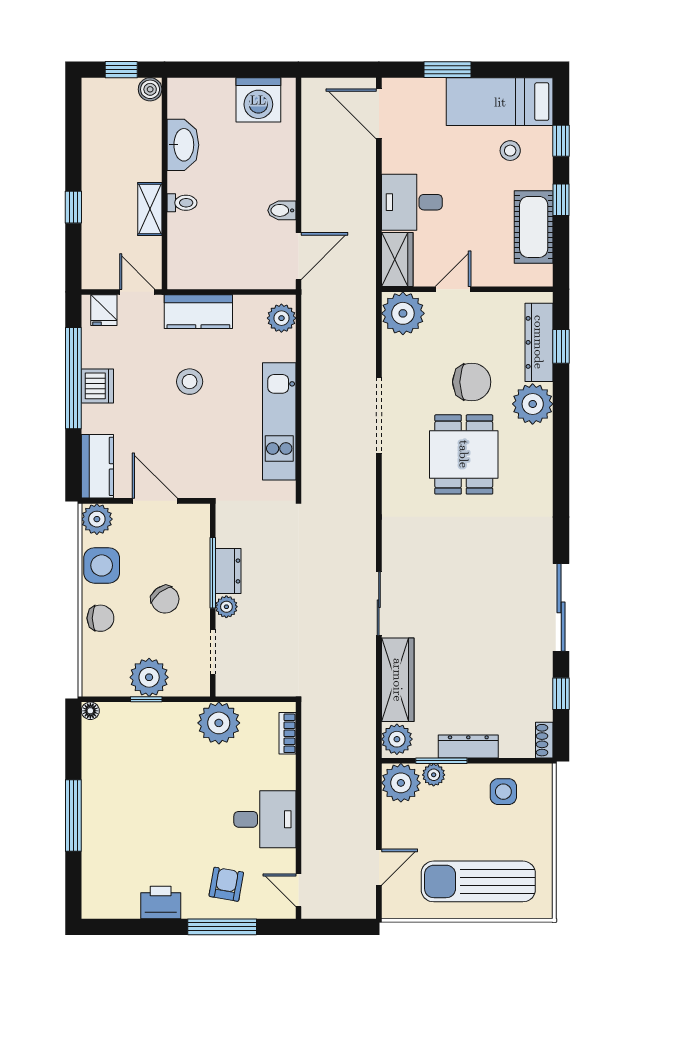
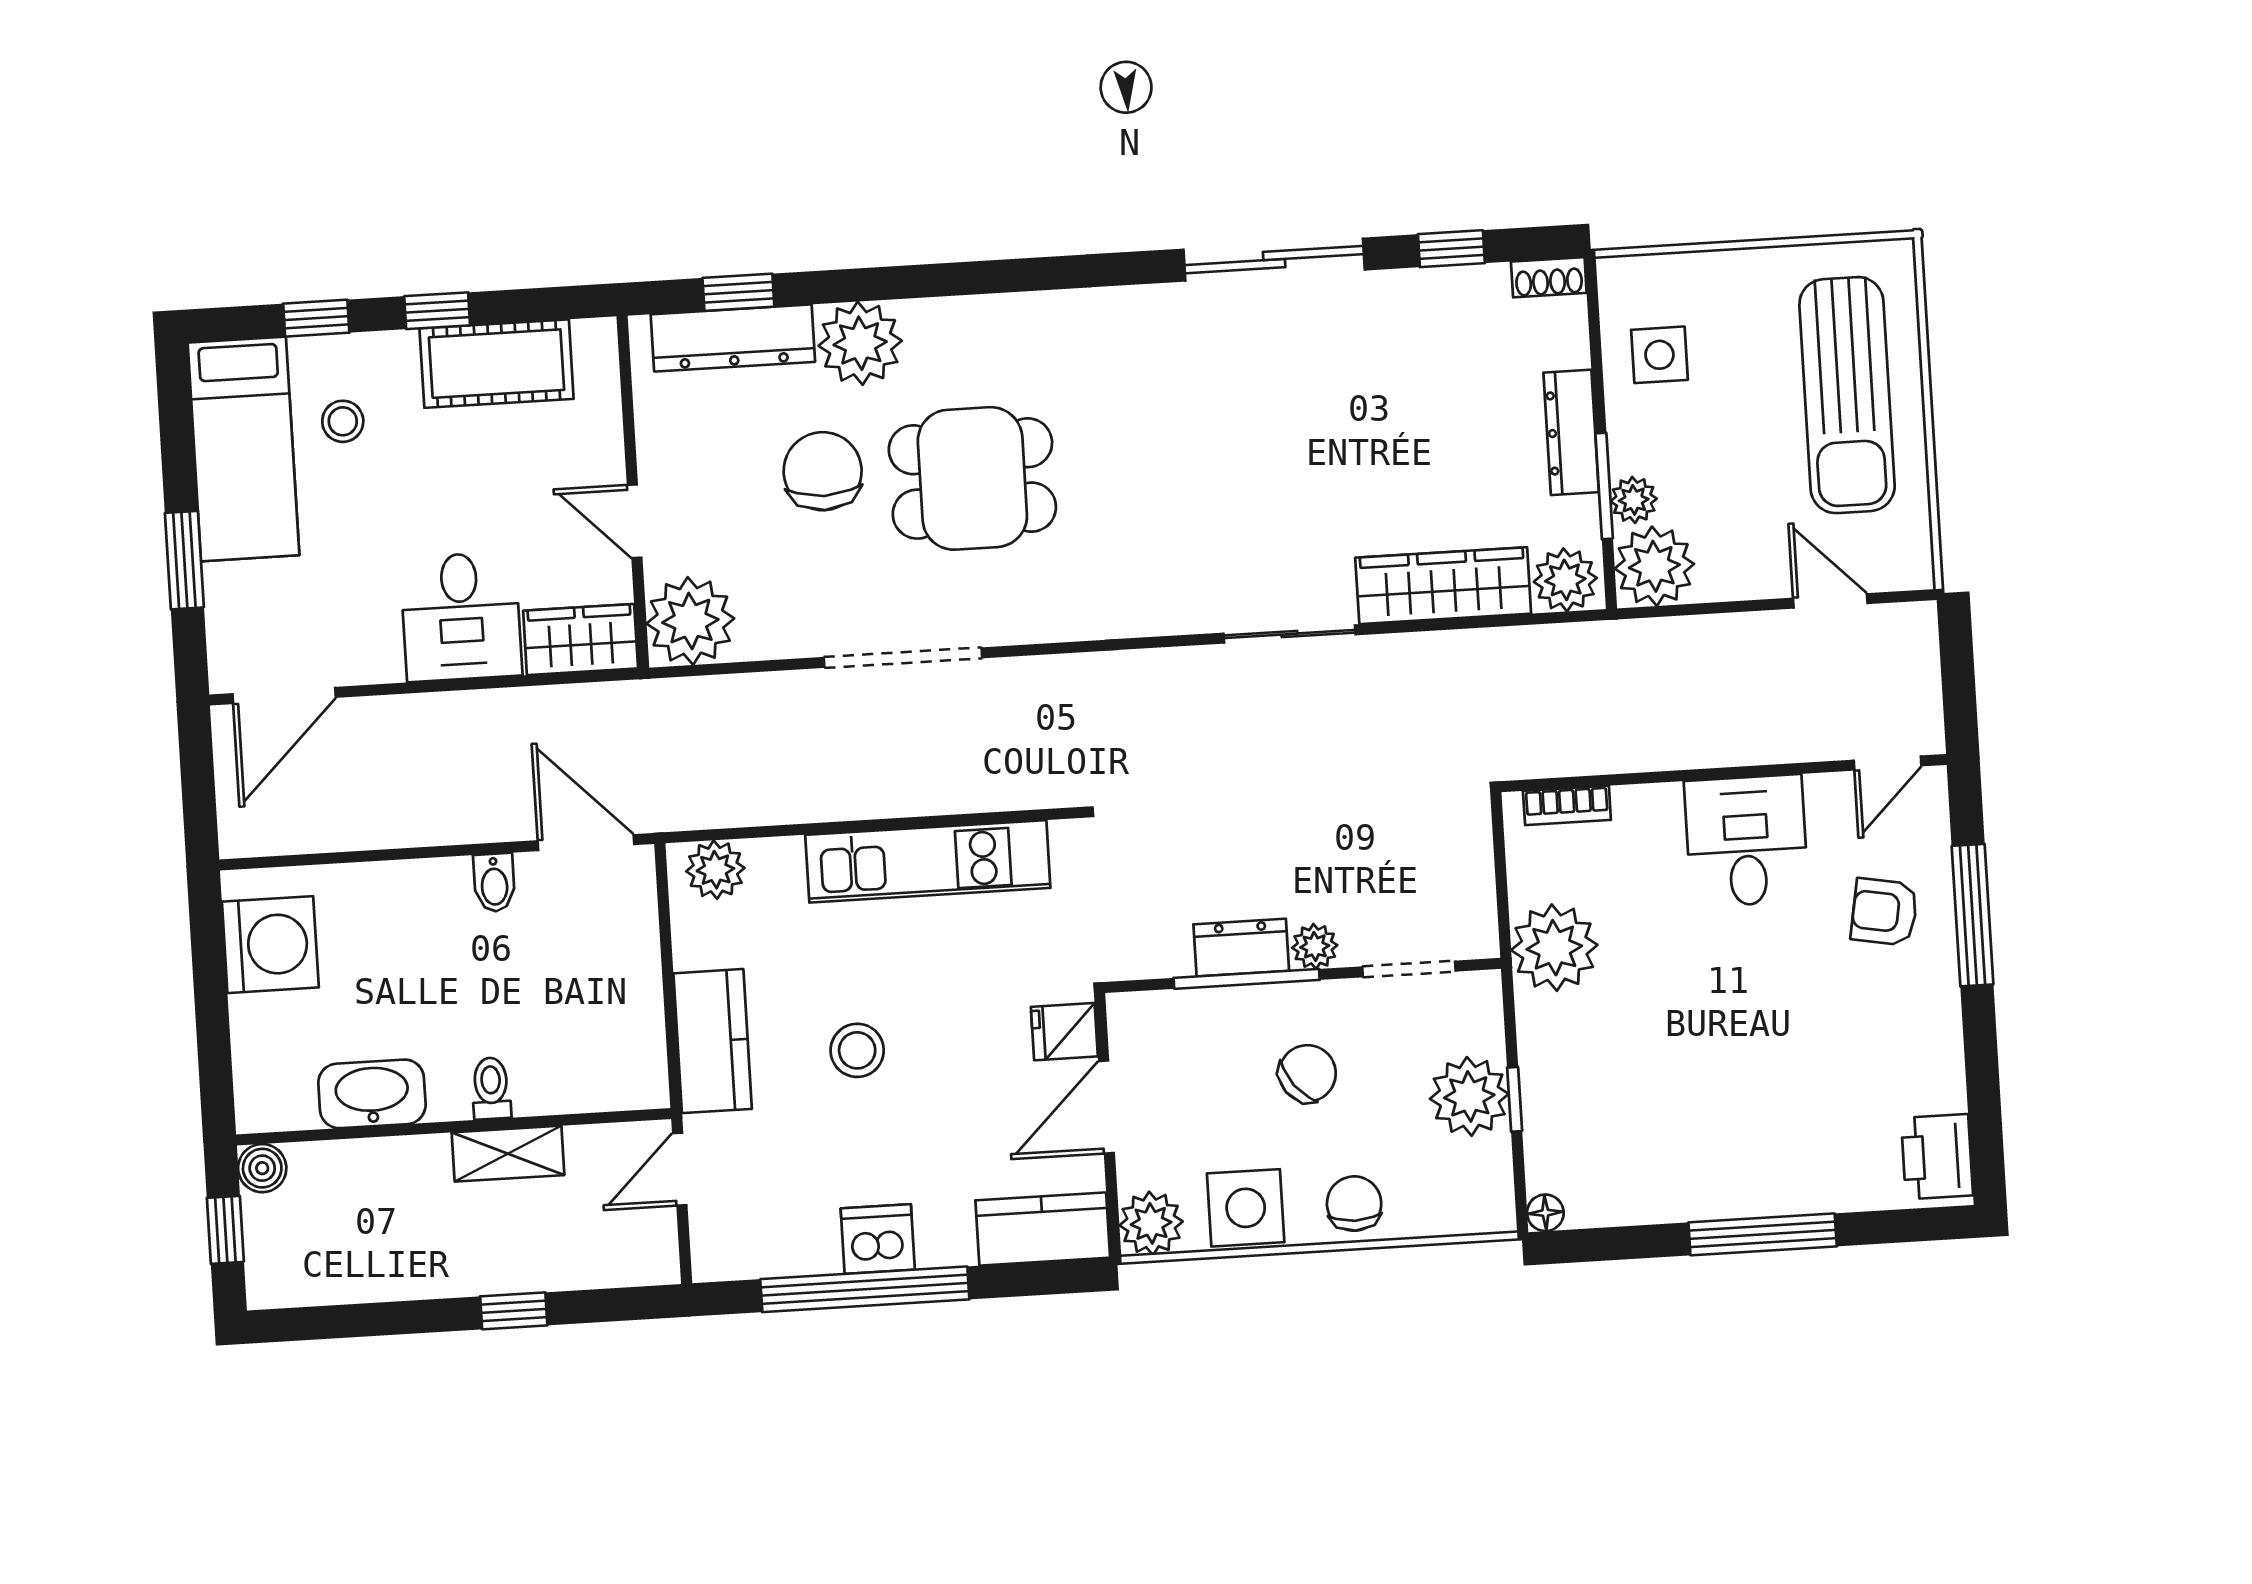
fridge: (104, 310) -> (1064, 1032), moved, turned 180
printer: (161, 903) -> (1937, 1157), moved

